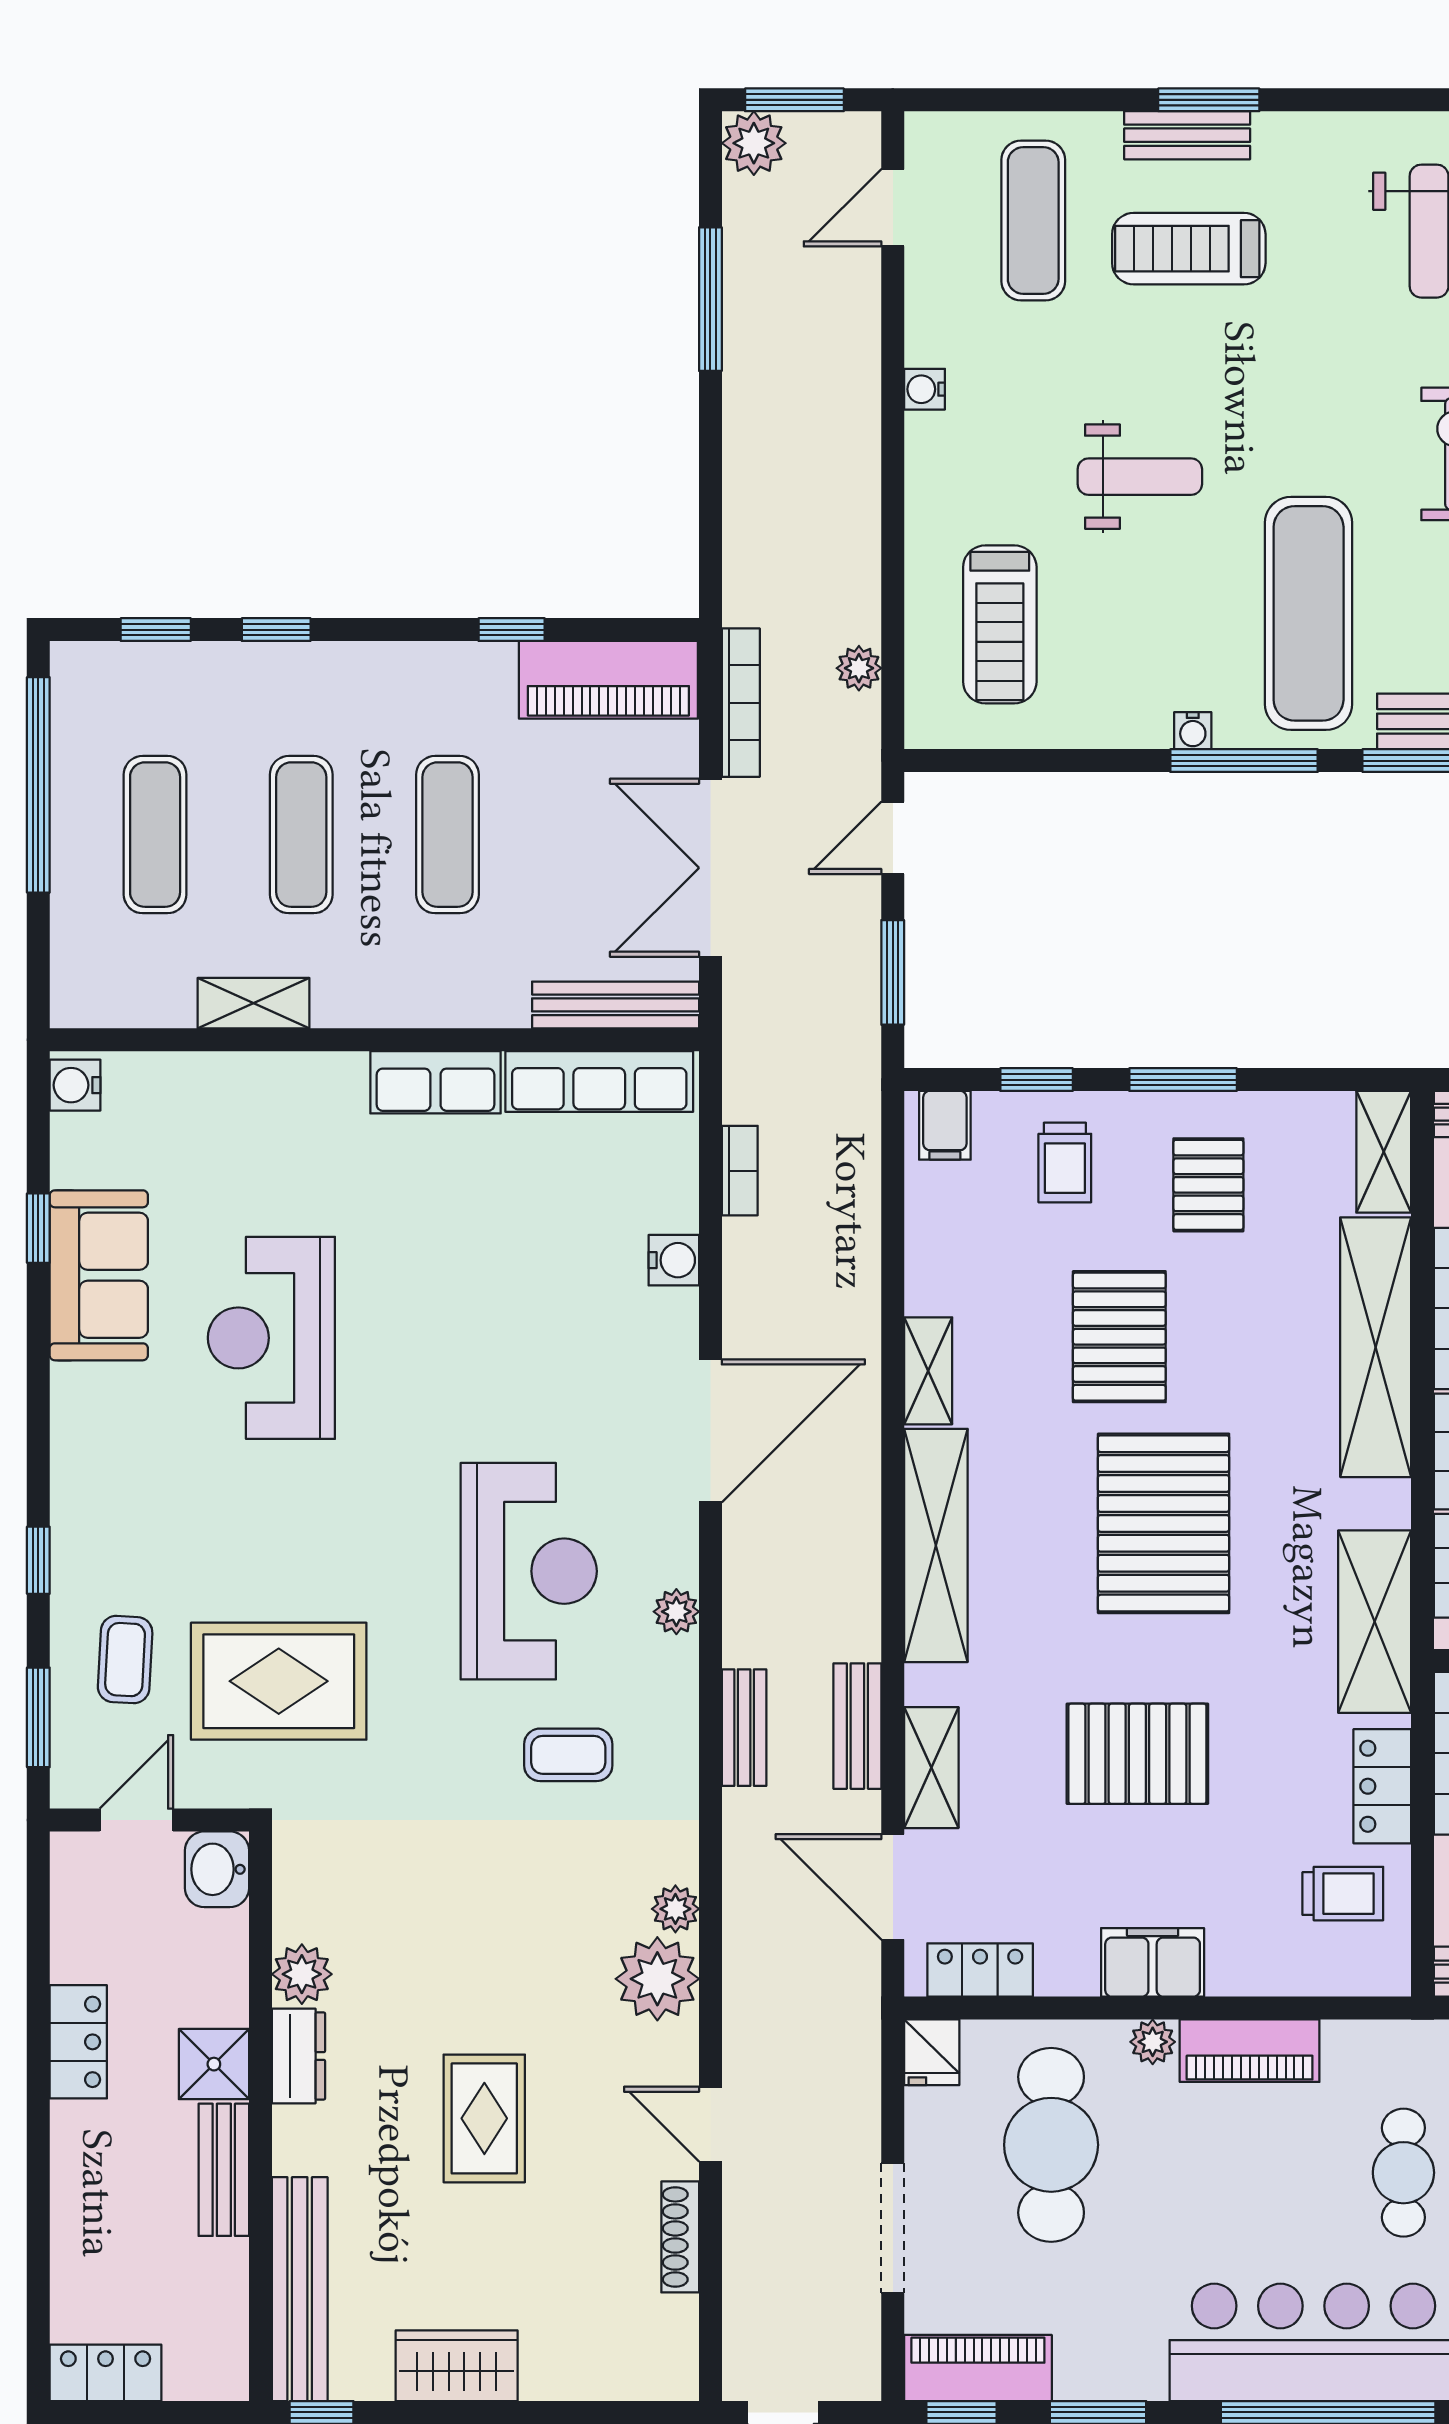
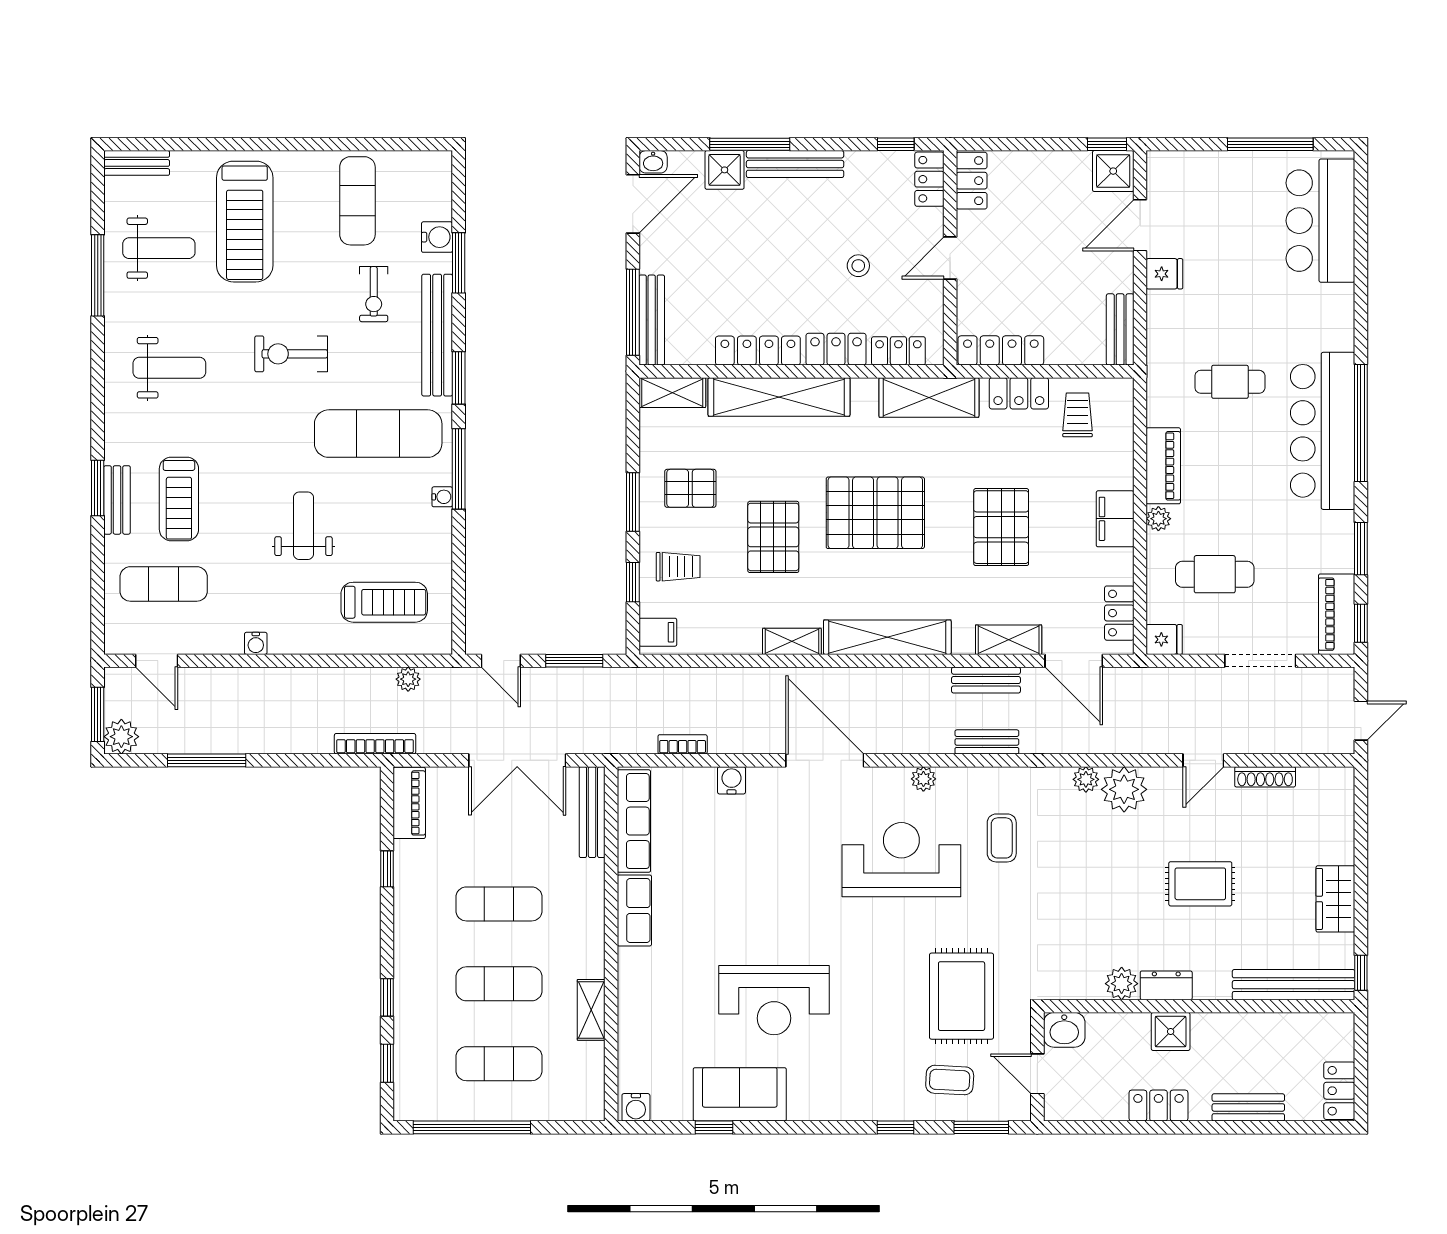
piano: (608, 680) -> (409, 803), width x0.73, depth x0.75
bookcase: (741, 703) -> (375, 744), moved
pallet: (1119, 1337) -> (773, 537), turned 90
door: (893, 1887) -> (1074, 661), hinge flipped
cafe table: (1051, 2145) -> (1215, 574), width x0.73, depth x0.74
bench: (224, 2170) -> (1248, 1107), moved

